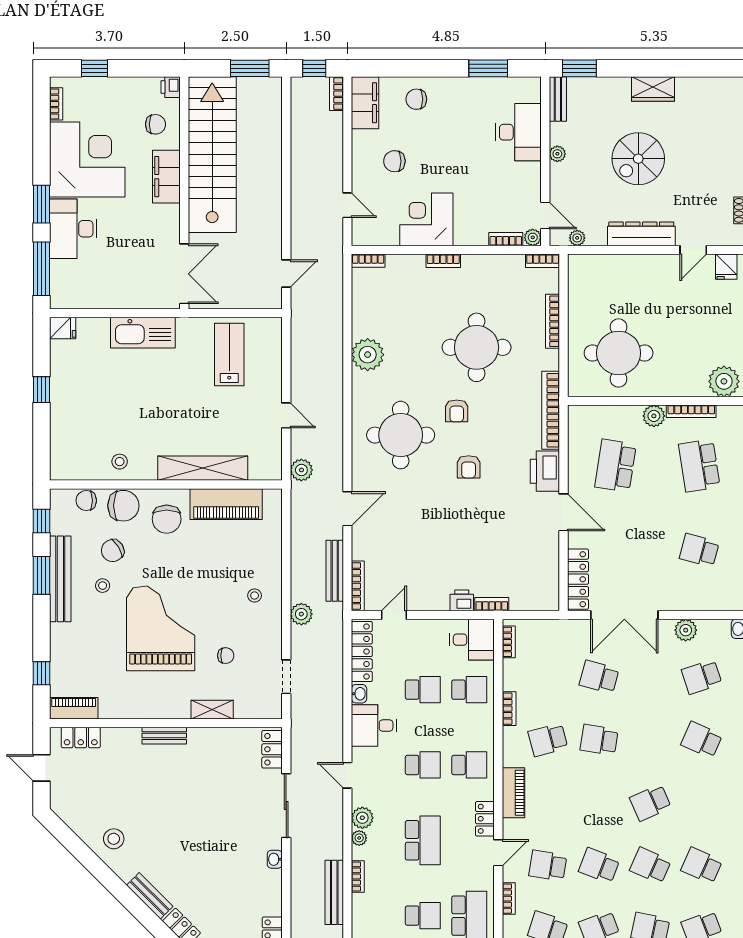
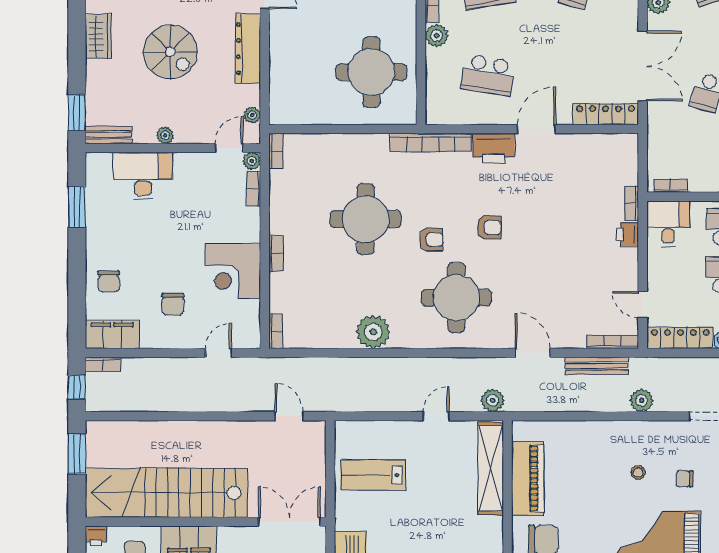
bookcase: (553, 321) -> (339, 140), removed
shelving: (203, 468) -> (491, 468), moved
stool: (255, 595) -> (638, 473), moved
chair: (226, 656) -> (685, 479), turned -90

